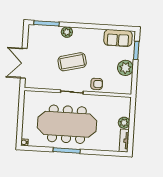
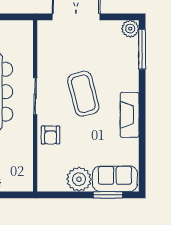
plant: (67, 32) -> (130, 29), moved
fireplace: (87, 34) -> (130, 115), added
sofa: (118, 38) -> (115, 179), moved, turned 90

